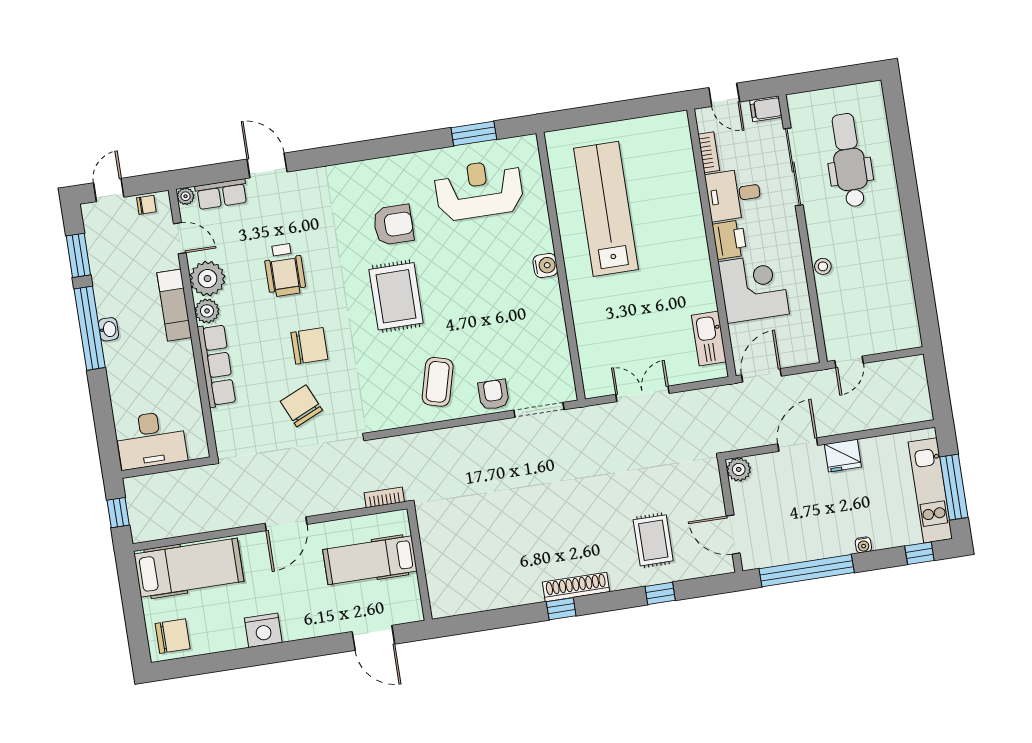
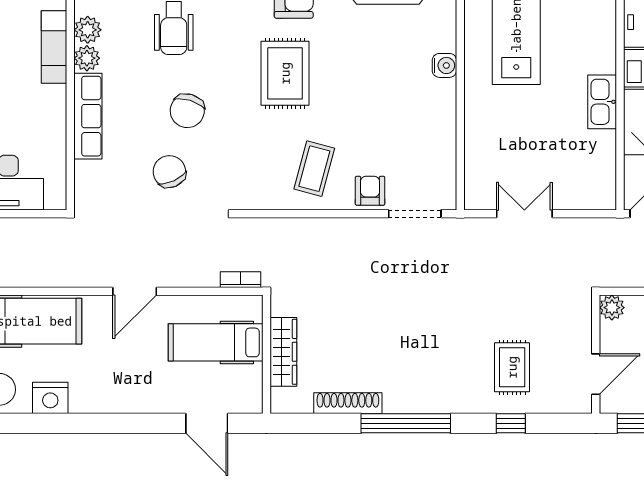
plant: (207, 279) -> (88, 30), width x0.73, depth x0.73
kitchen sink: (709, 339) -> (602, 102), moved
chair: (309, 346) -> (187, 111), turned 107
door: (733, 535) -> (596, 374), swing flipped
wardrobe: (435, 559) -> (283, 352), added
shoe rack: (576, 587) -> (348, 403), moved
window: (561, 609) -> (406, 423), width x3.17
nightstand: (263, 630) -> (50, 398), moved

